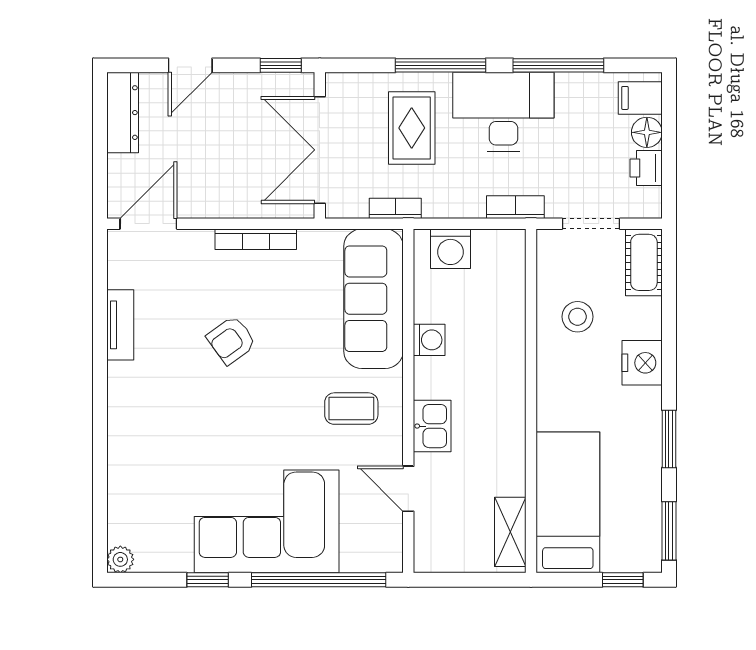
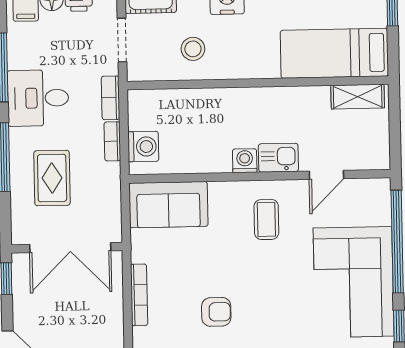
desk: (503, 112) -> (38, 98), width x0.73
rug: (412, 128) -> (52, 178), turned 90
bookcase: (395, 208) -> (112, 141), moved
sofa: (373, 299) -> (168, 205), width x0.73
armchair: (231, 340) -> (216, 312), turned -54
washing machine: (429, 340) -> (245, 161), moved

